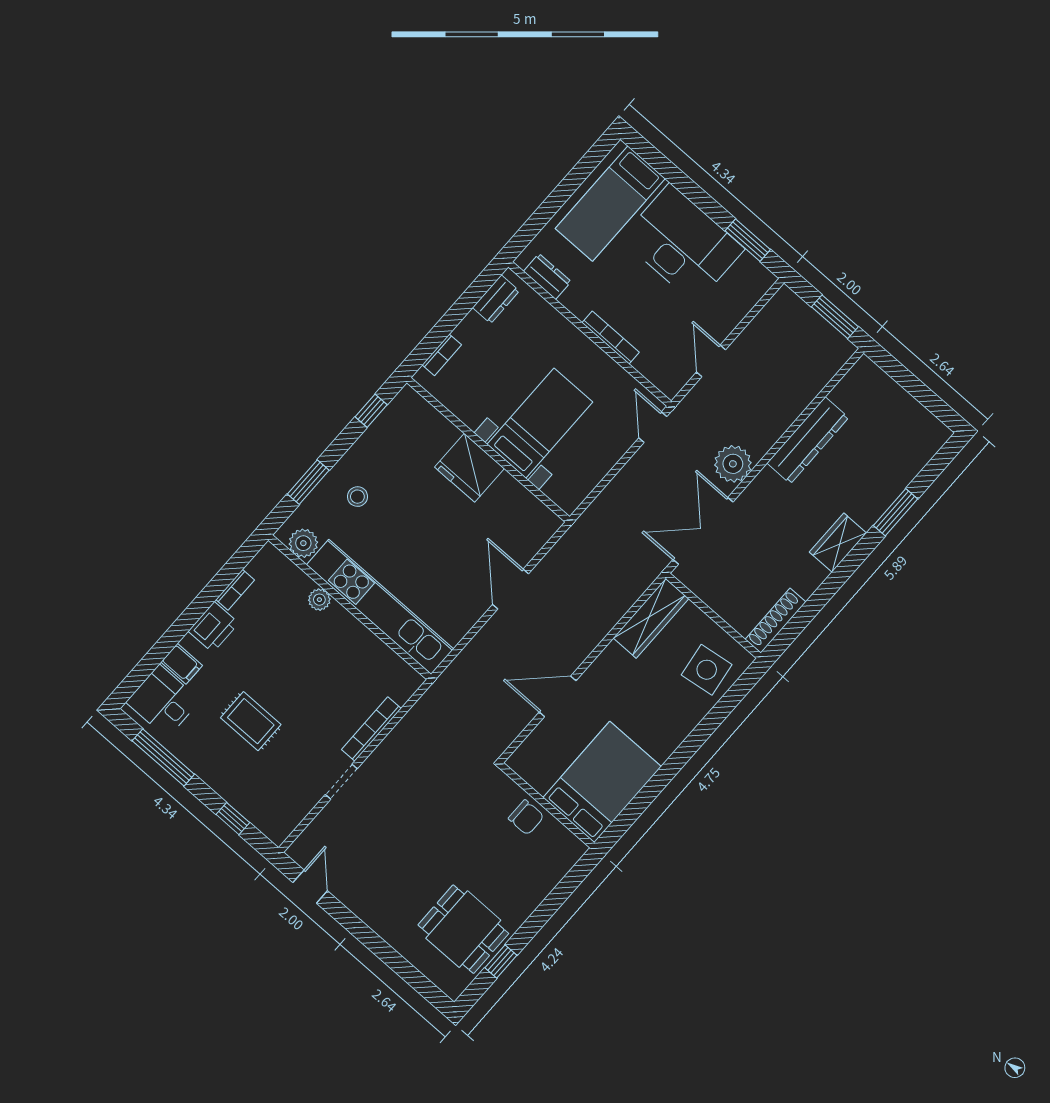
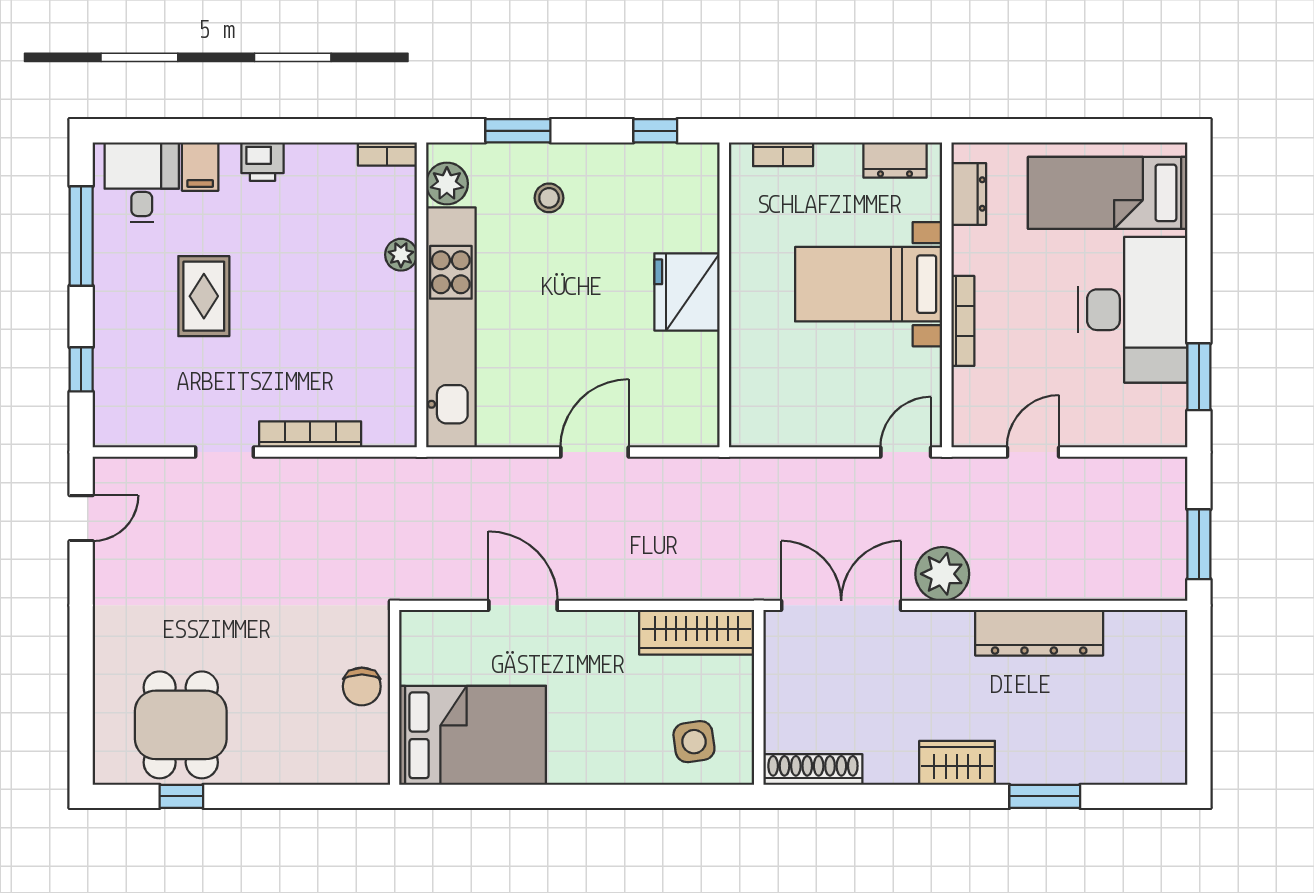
bed with nightstands: (540, 423) -> (869, 284), moved, turned 180
bookcase: (235, 590) -> (387, 154), moved
printer: (213, 627) -> (262, 162), width x0.73, depth x0.81
side table: (707, 670) -> (694, 742), width x0.73, depth x0.73

